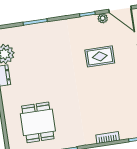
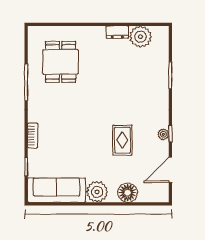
plant: (103, 18) -> (163, 134), moved
dining table: (38, 122) -> (61, 62), turned 90

